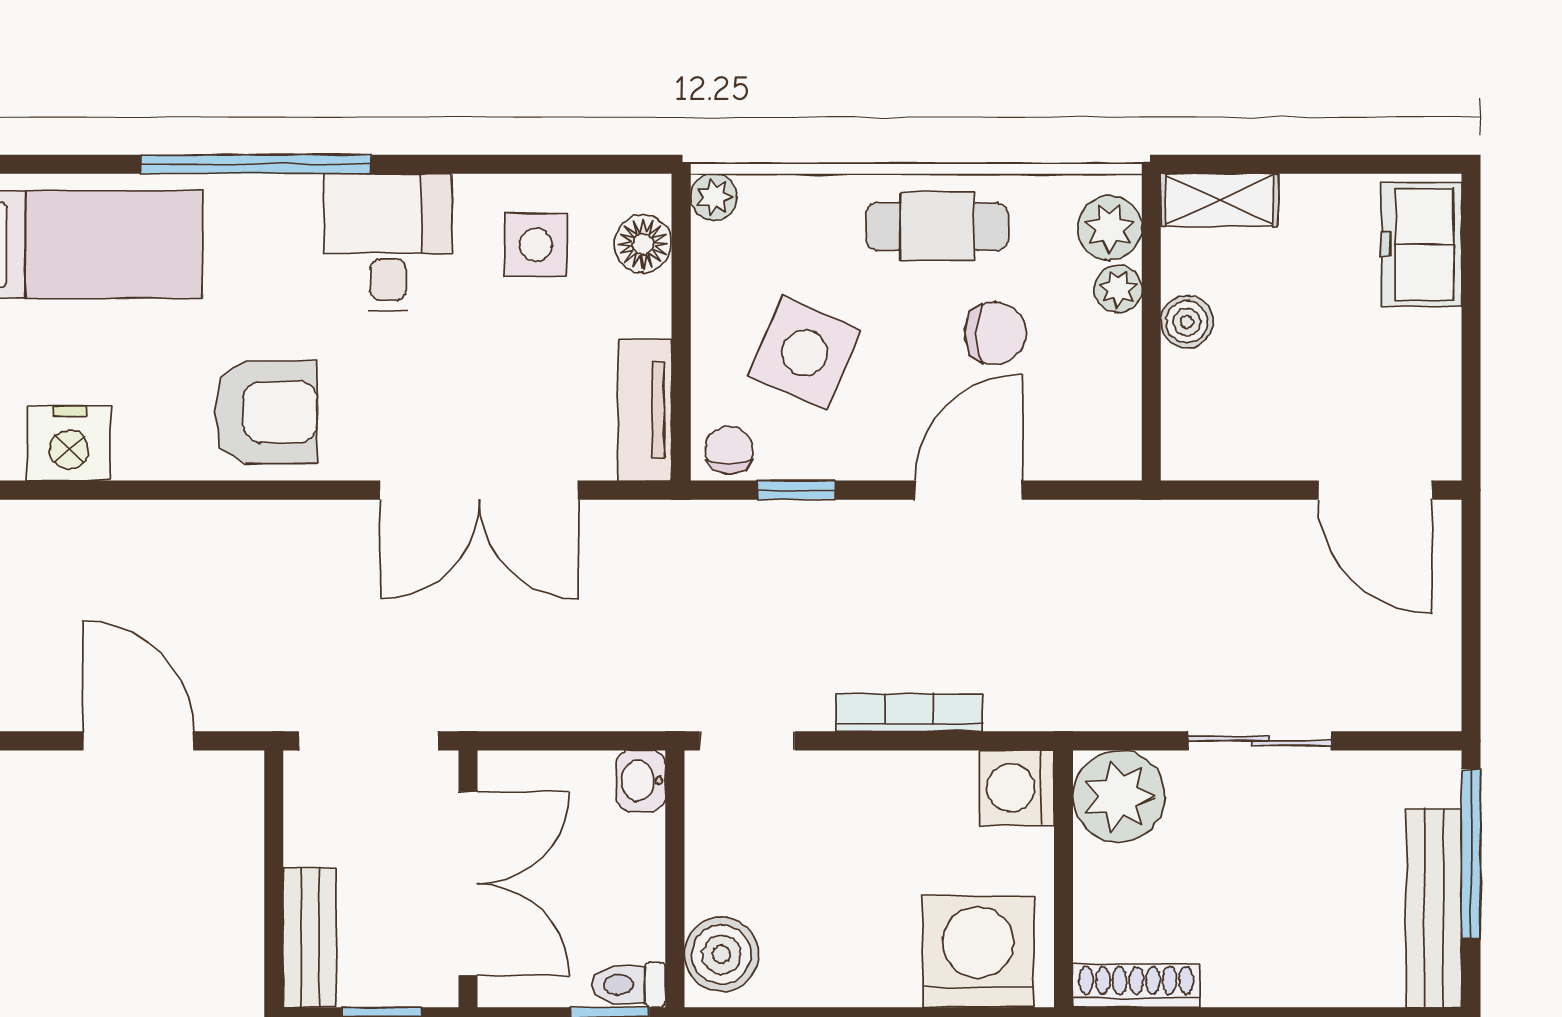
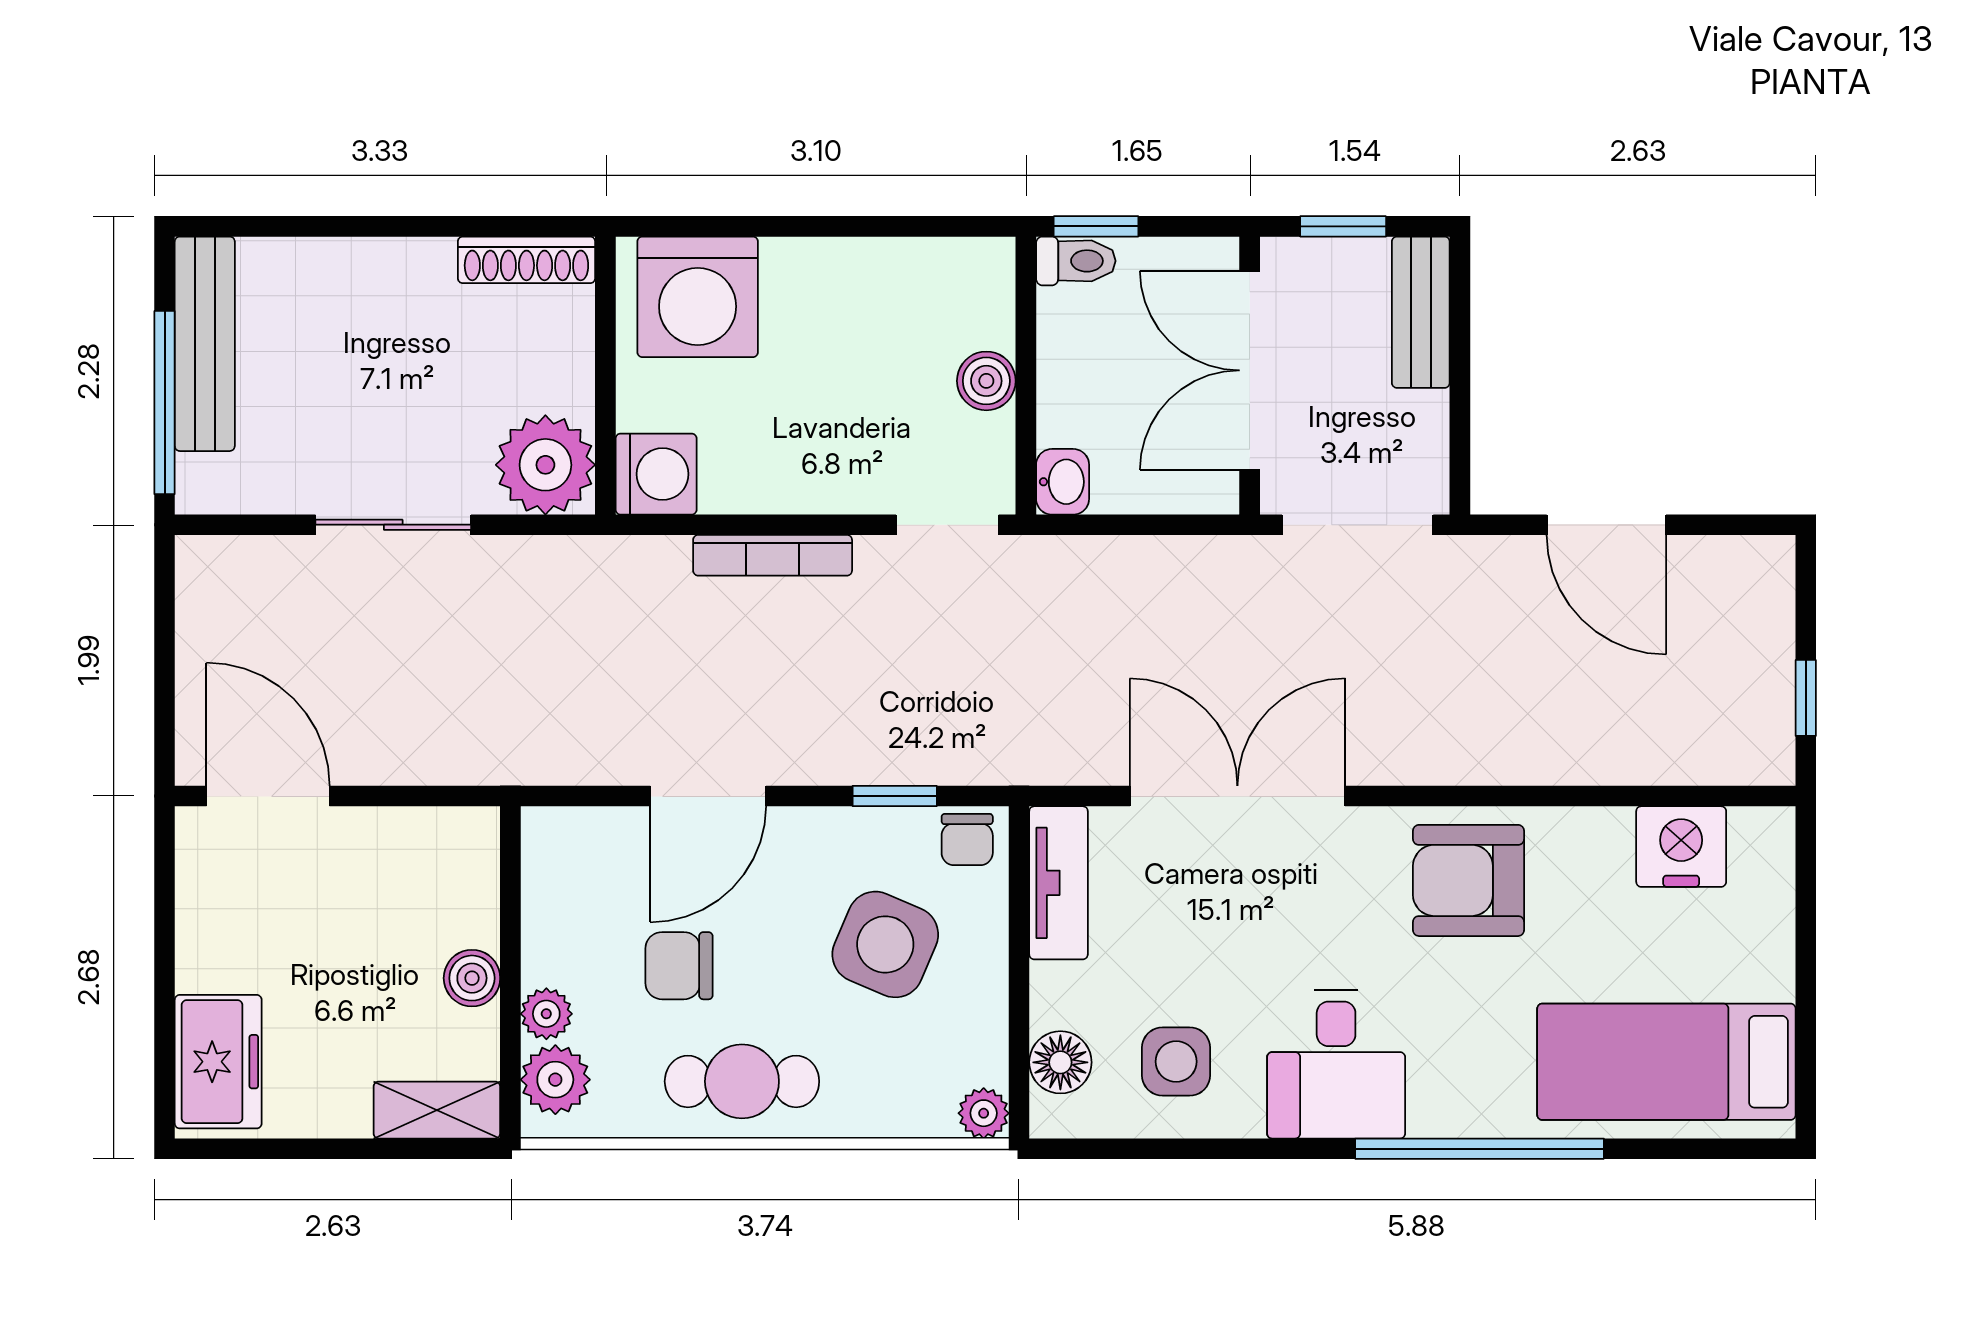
boiler: (721, 954) -> (986, 381), moved, width x0.73, depth x0.73

